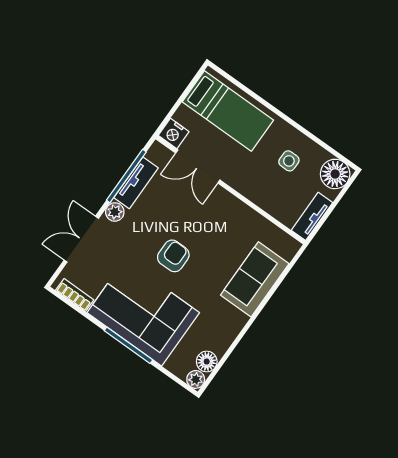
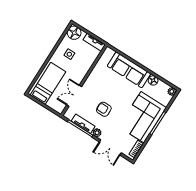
nightstand: (174, 133) -> (60, 108), removed
double door: (198, 167) -> (74, 96), swing flipped
armchair: (173, 256) -> (104, 109), moved
sofa: (255, 279) -> (129, 70), width x1.36
floor lamp: (207, 362) -> (153, 80), moved

